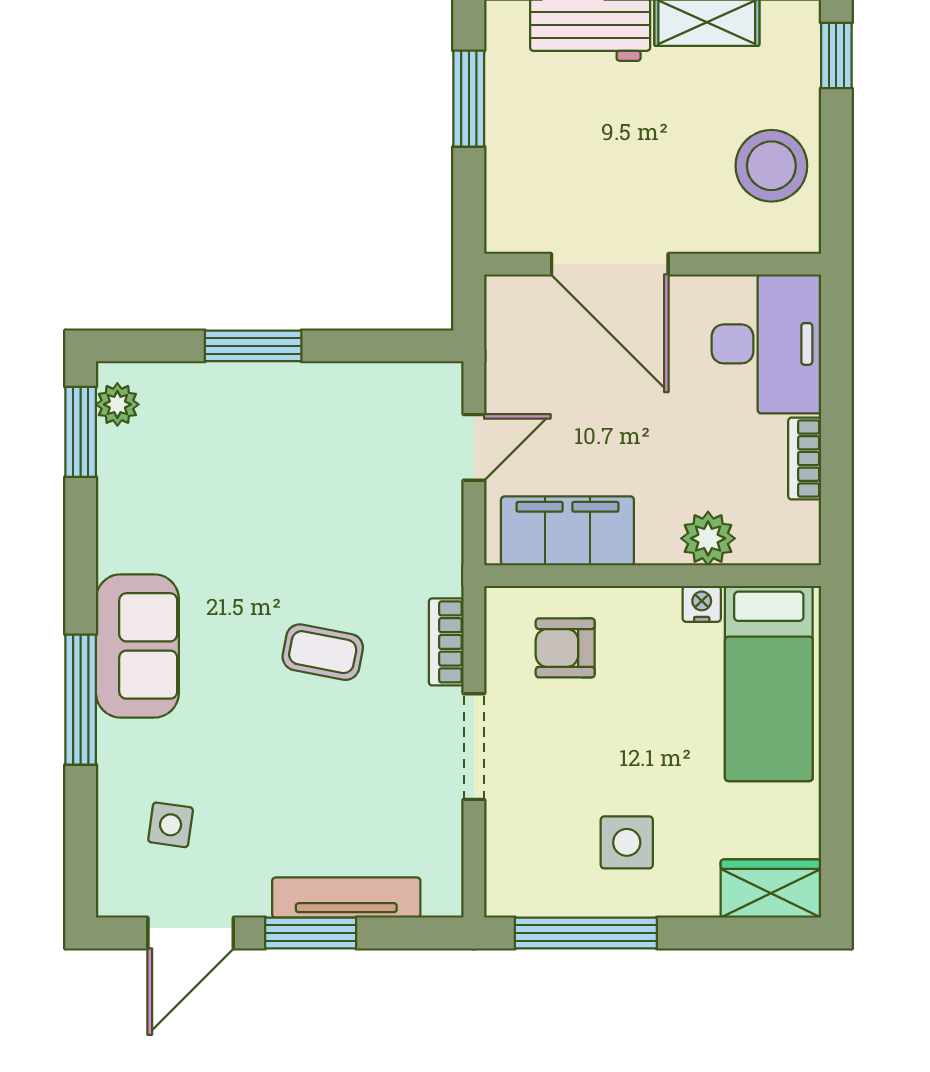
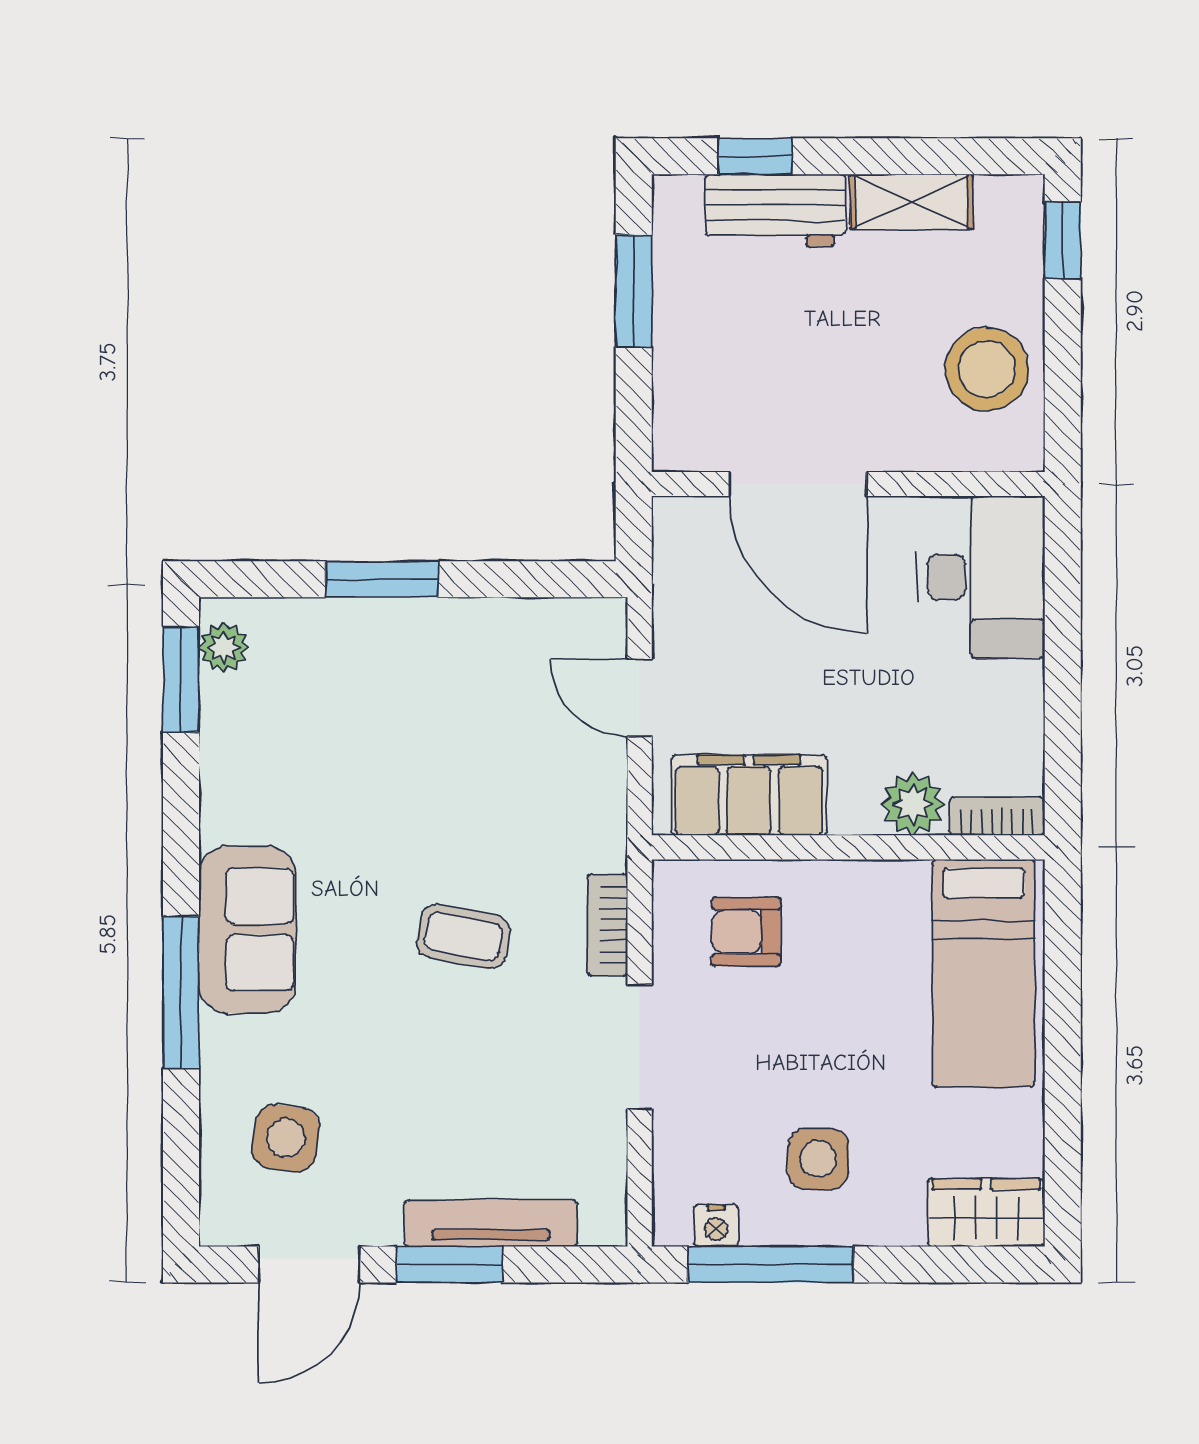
door: (474, 447) -> (640, 698), swing flipped
bookcase: (805, 459) -> (997, 816), moved, turned 90
nightstand: (702, 604) -> (716, 1226), moved, turned 180
side table: (171, 825) -> (286, 1138), width x1.37, depth x1.37

